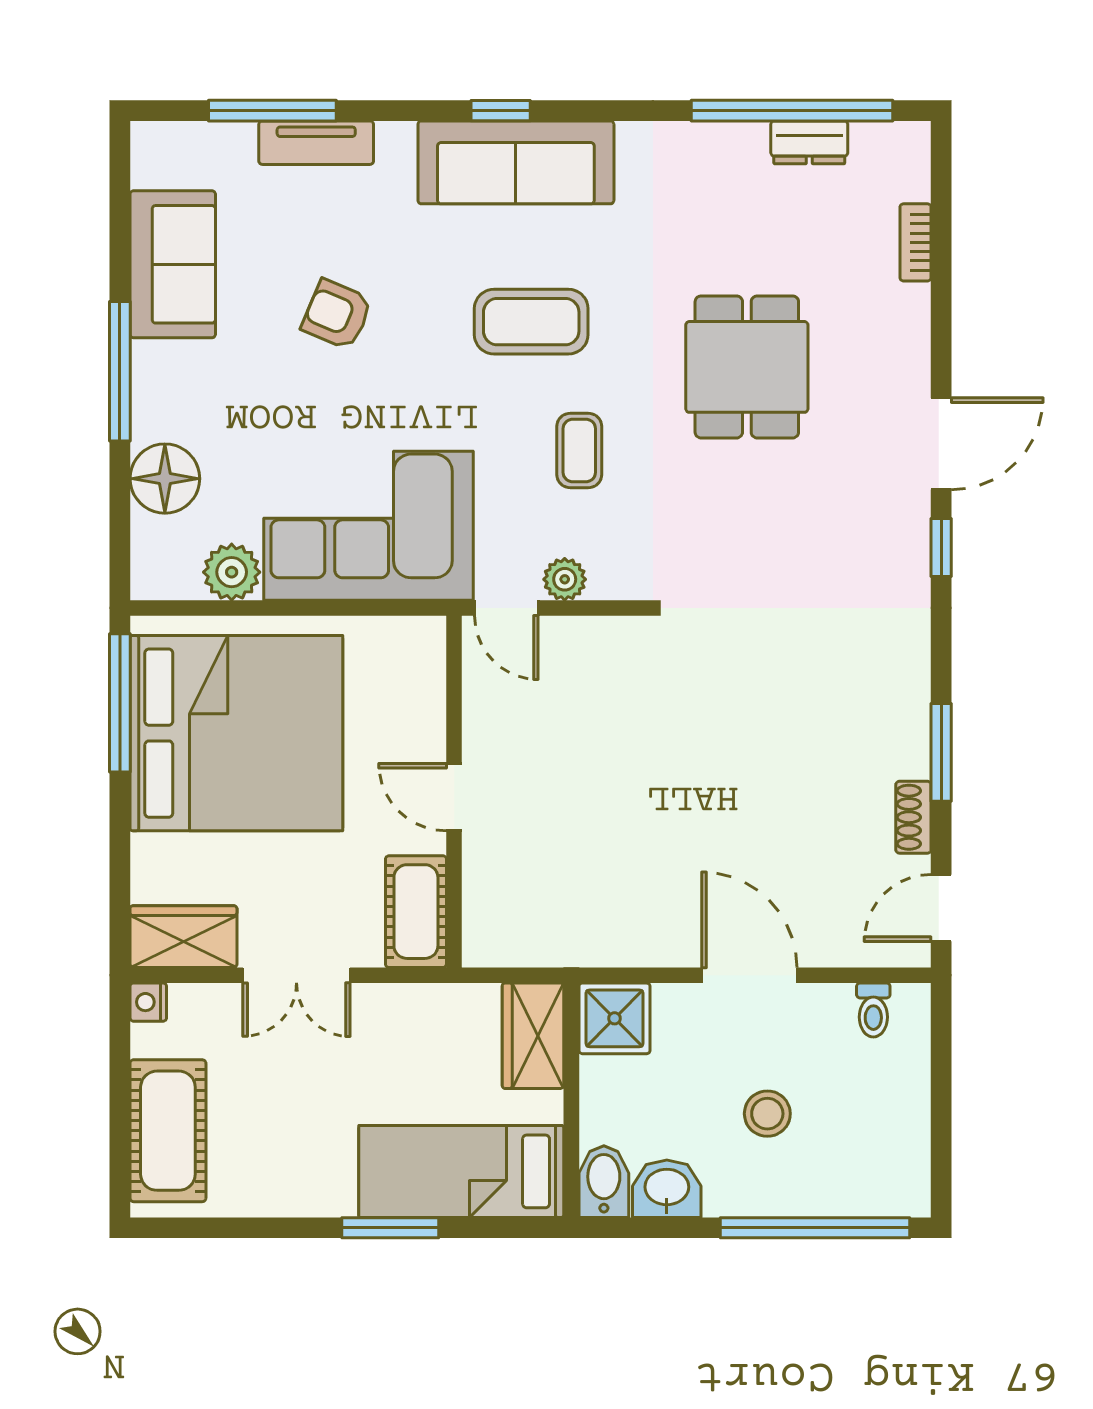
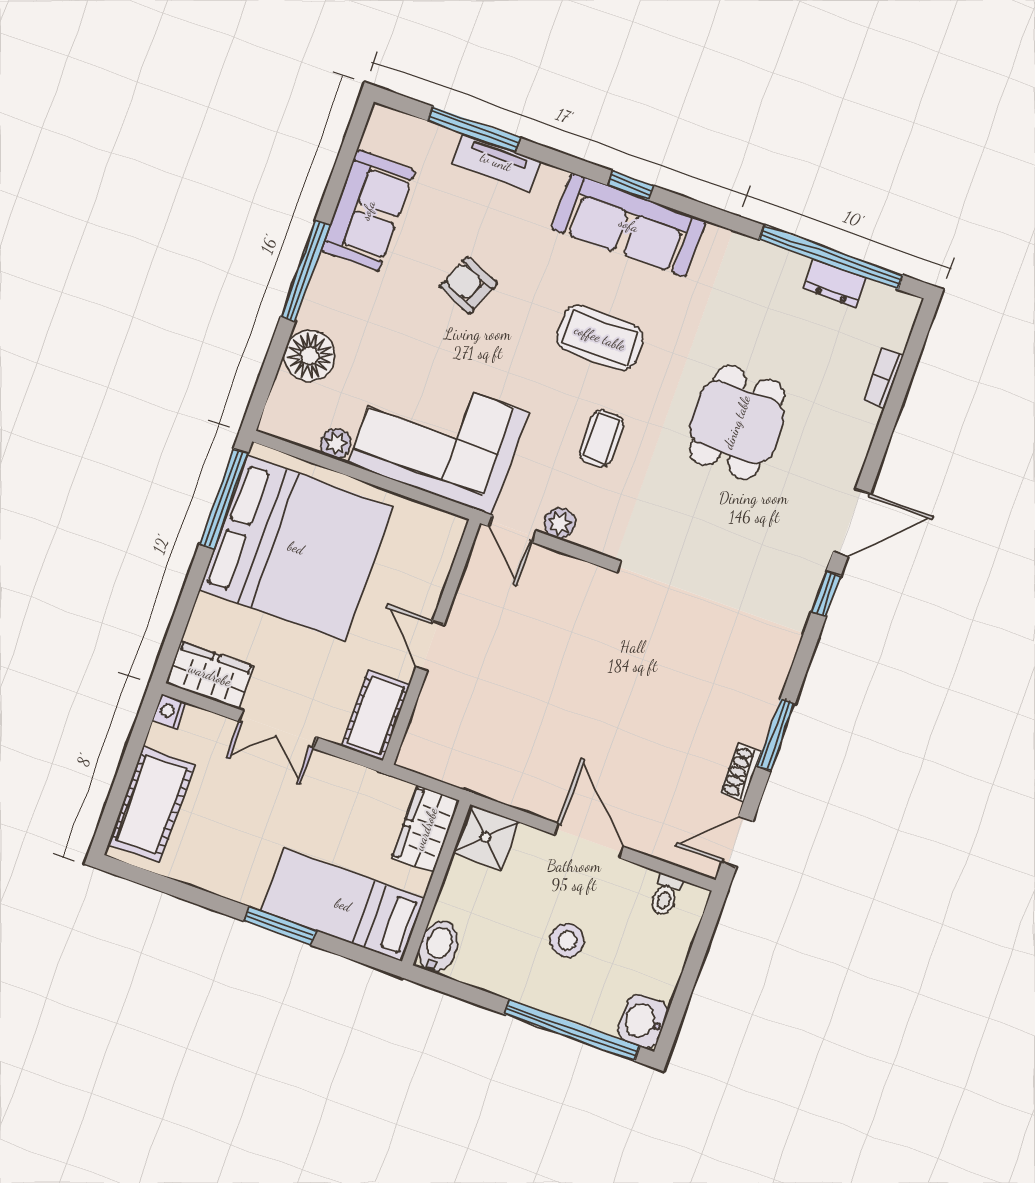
plant: (232, 572) -> (336, 444), width x0.73, depth x0.73
washbasin: (667, 1189) -> (643, 1021), moved, turned -90

